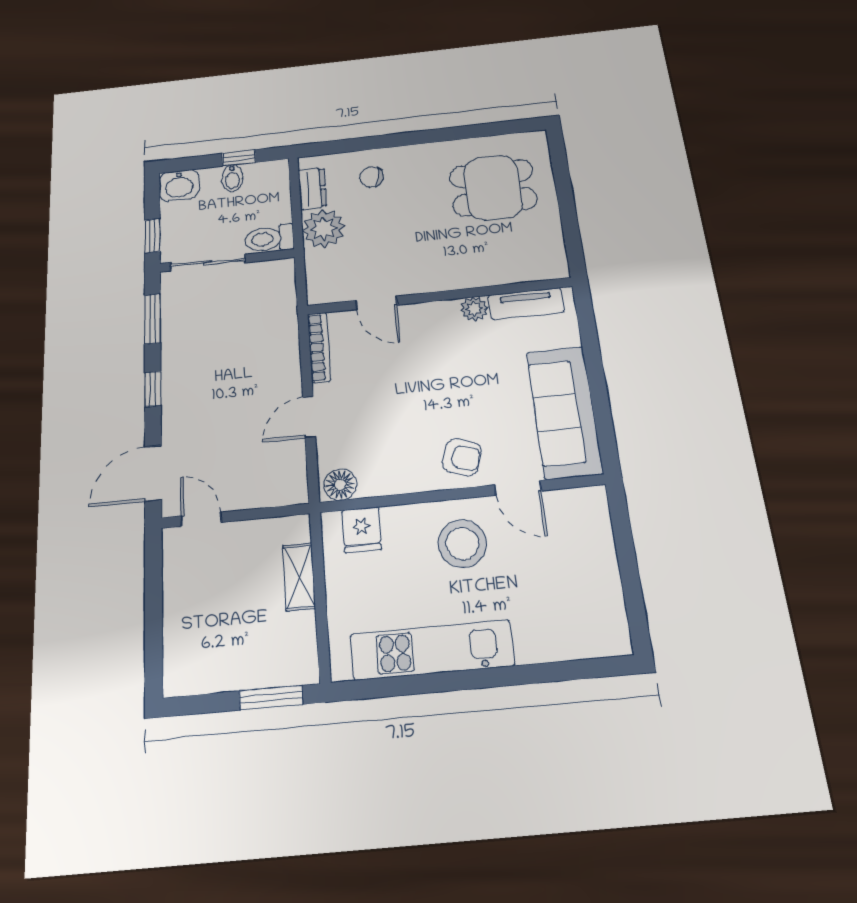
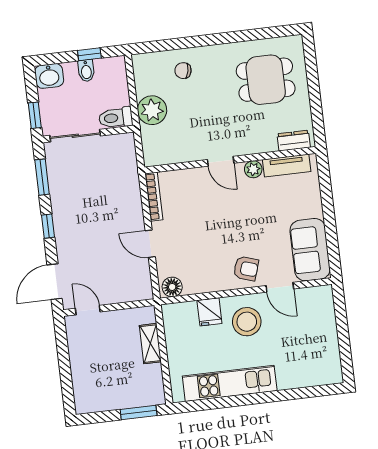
dresser: (312, 189) -> (294, 141), moved, turned -90
door: (376, 303) -> (221, 161), moved
sofa: (564, 412) -> (310, 250), width x0.73
door: (309, 417) -> (150, 244), hinge flipped
fridge: (362, 530) -> (209, 312), moved

